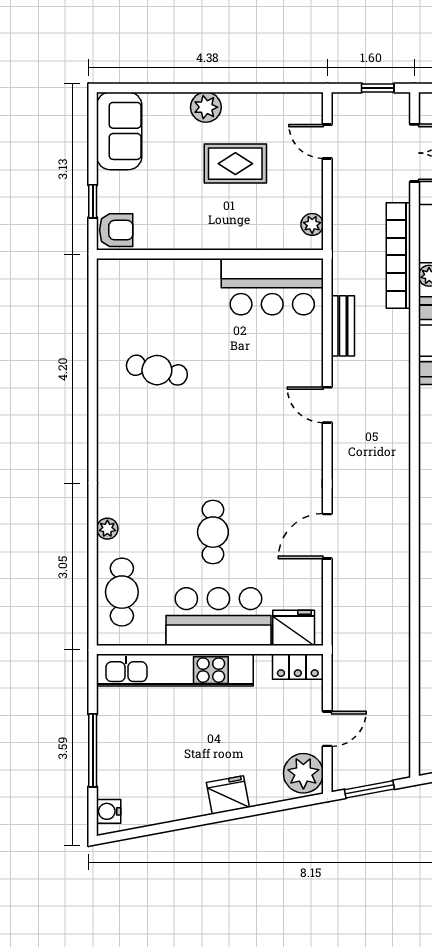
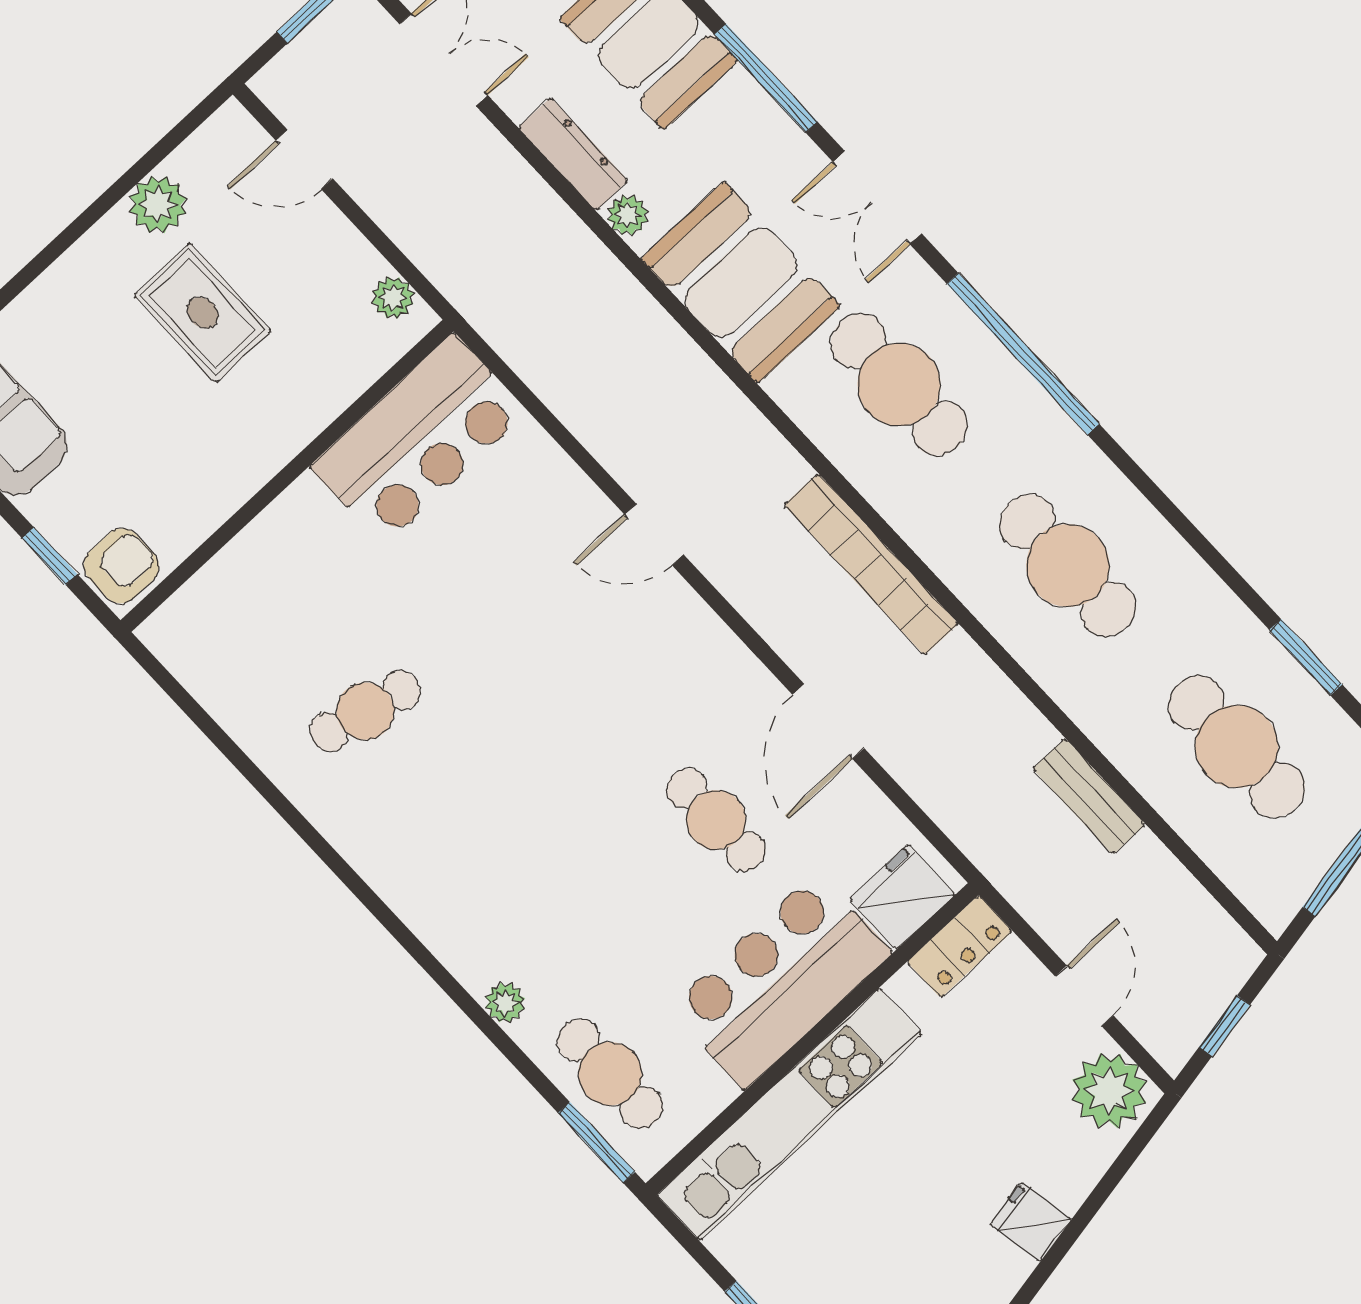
plant: (206, 107) -> (158, 205), moved
rug: (235, 164) -> (203, 313), turned 90
bookcase: (398, 255) -> (871, 564), moved
bench: (343, 326) -> (1089, 797), moved
cafe table: (213, 532) -> (716, 820), moved
window: (93, 613) -> (596, 1143), added
window: (369, 789) -> (1225, 1026), width x0.67
fridge: (228, 795) -> (1030, 1222), width x0.72

